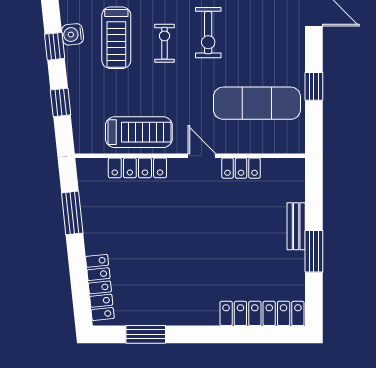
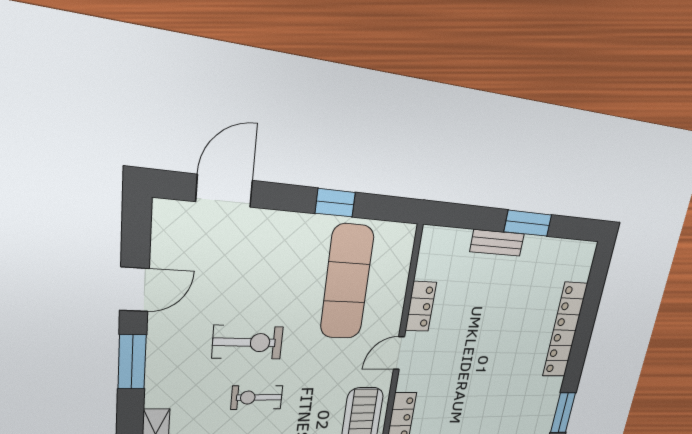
locker: (262, 313) -> (565, 330), moved

